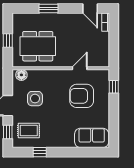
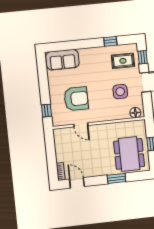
dining table: (38, 46) -> (129, 154), moved, turned 90
door: (80, 68) -> (81, 125), hinge flipped

